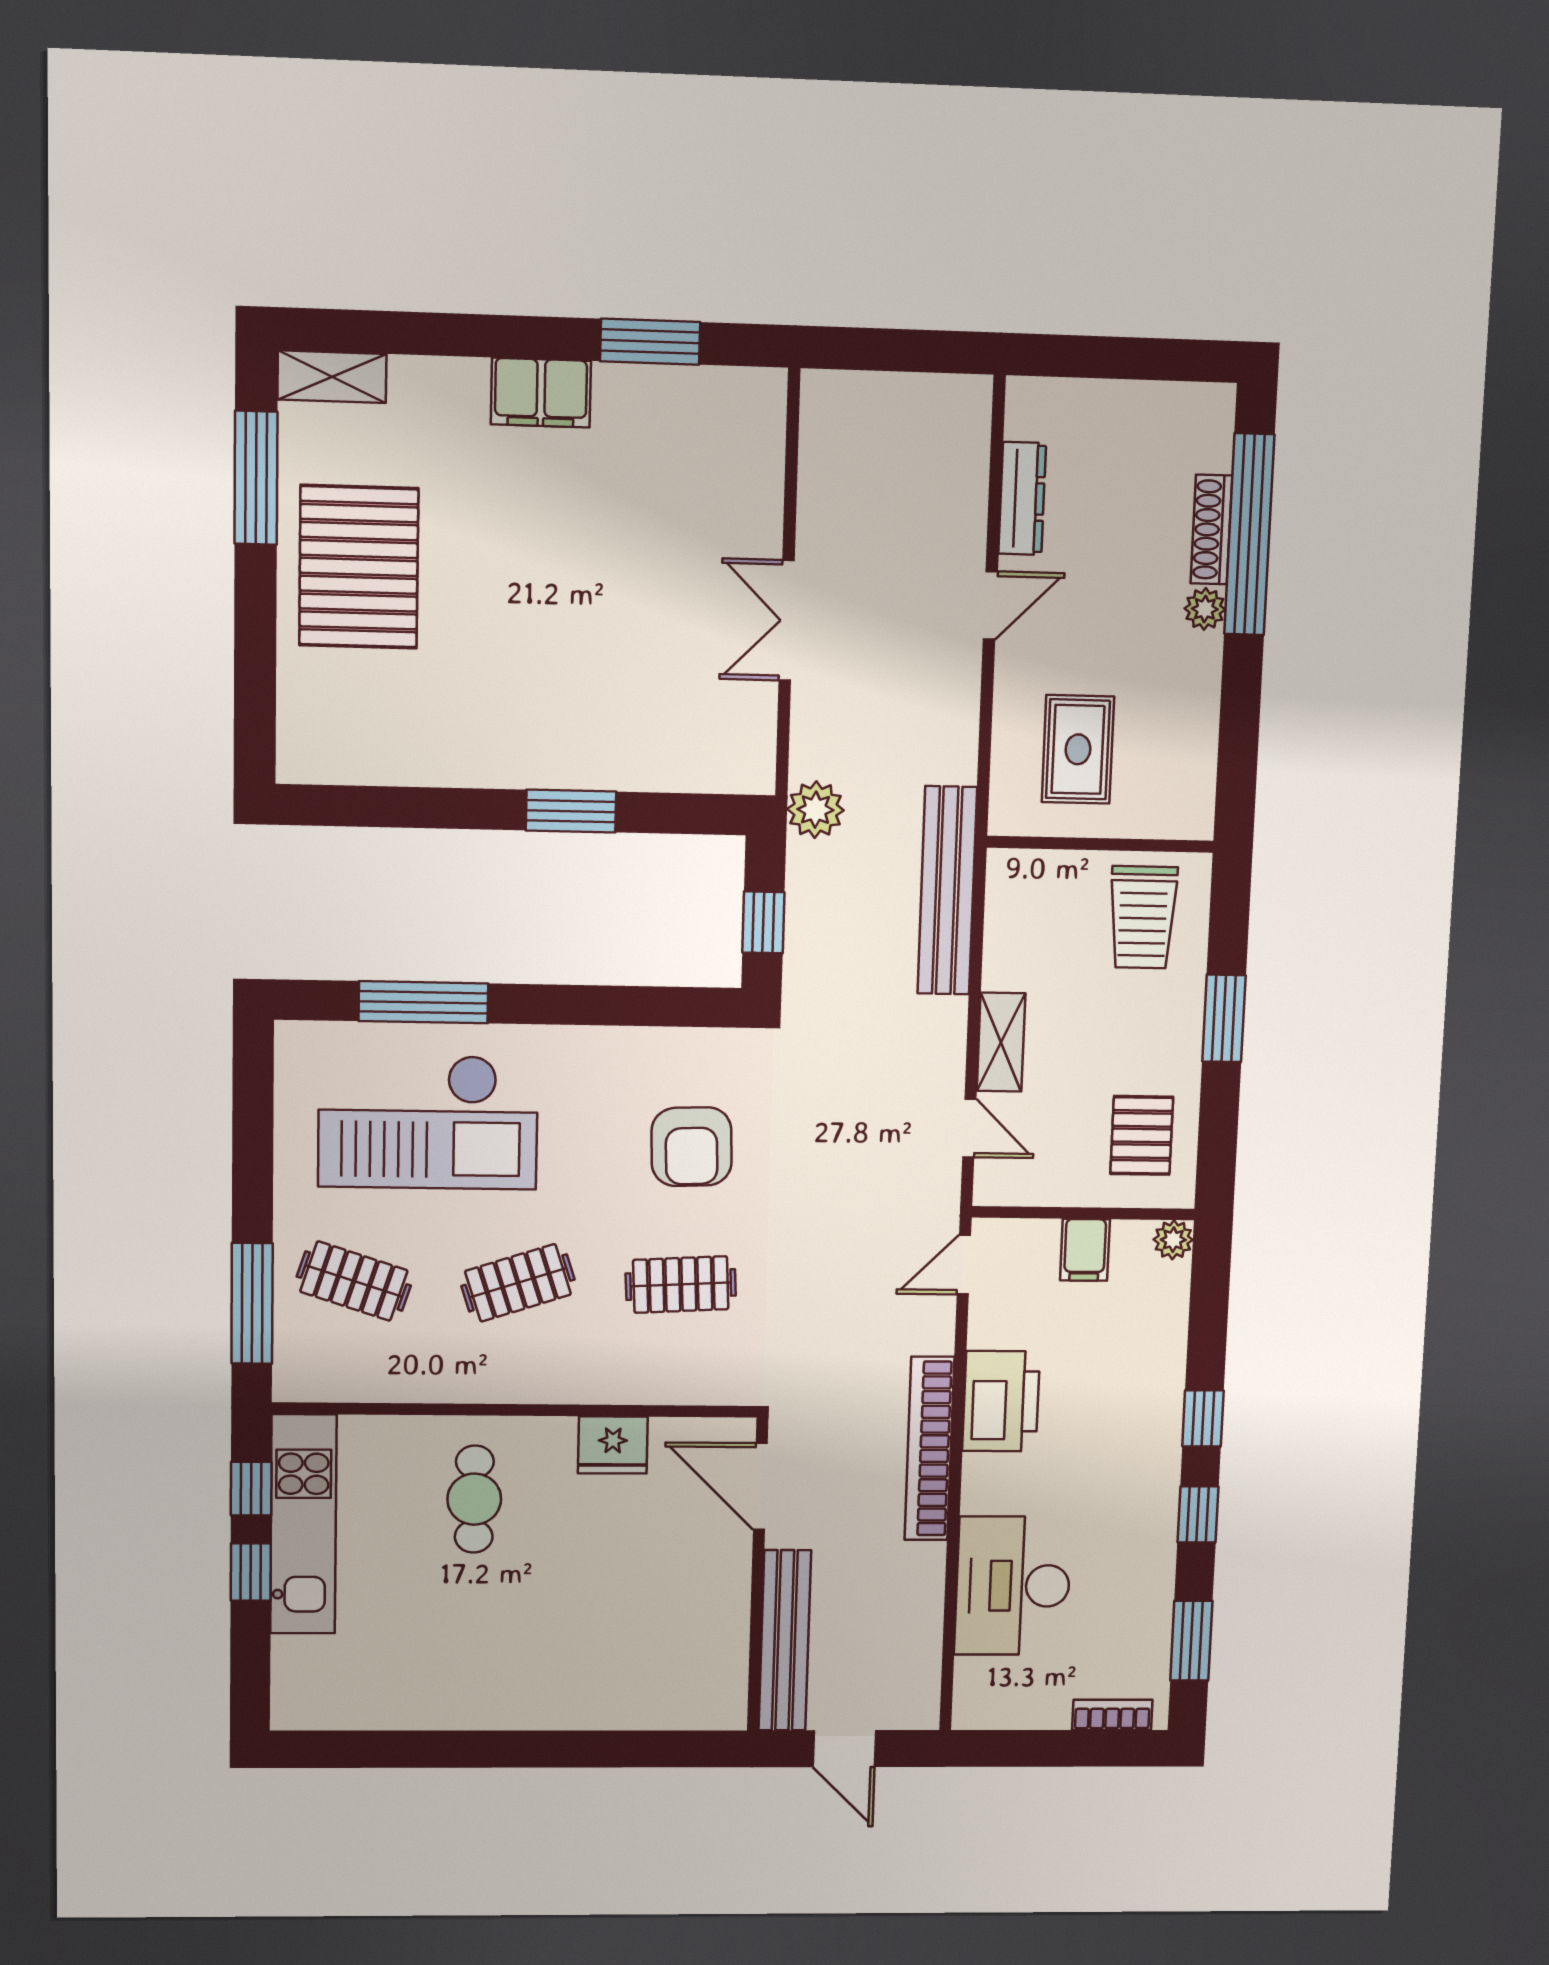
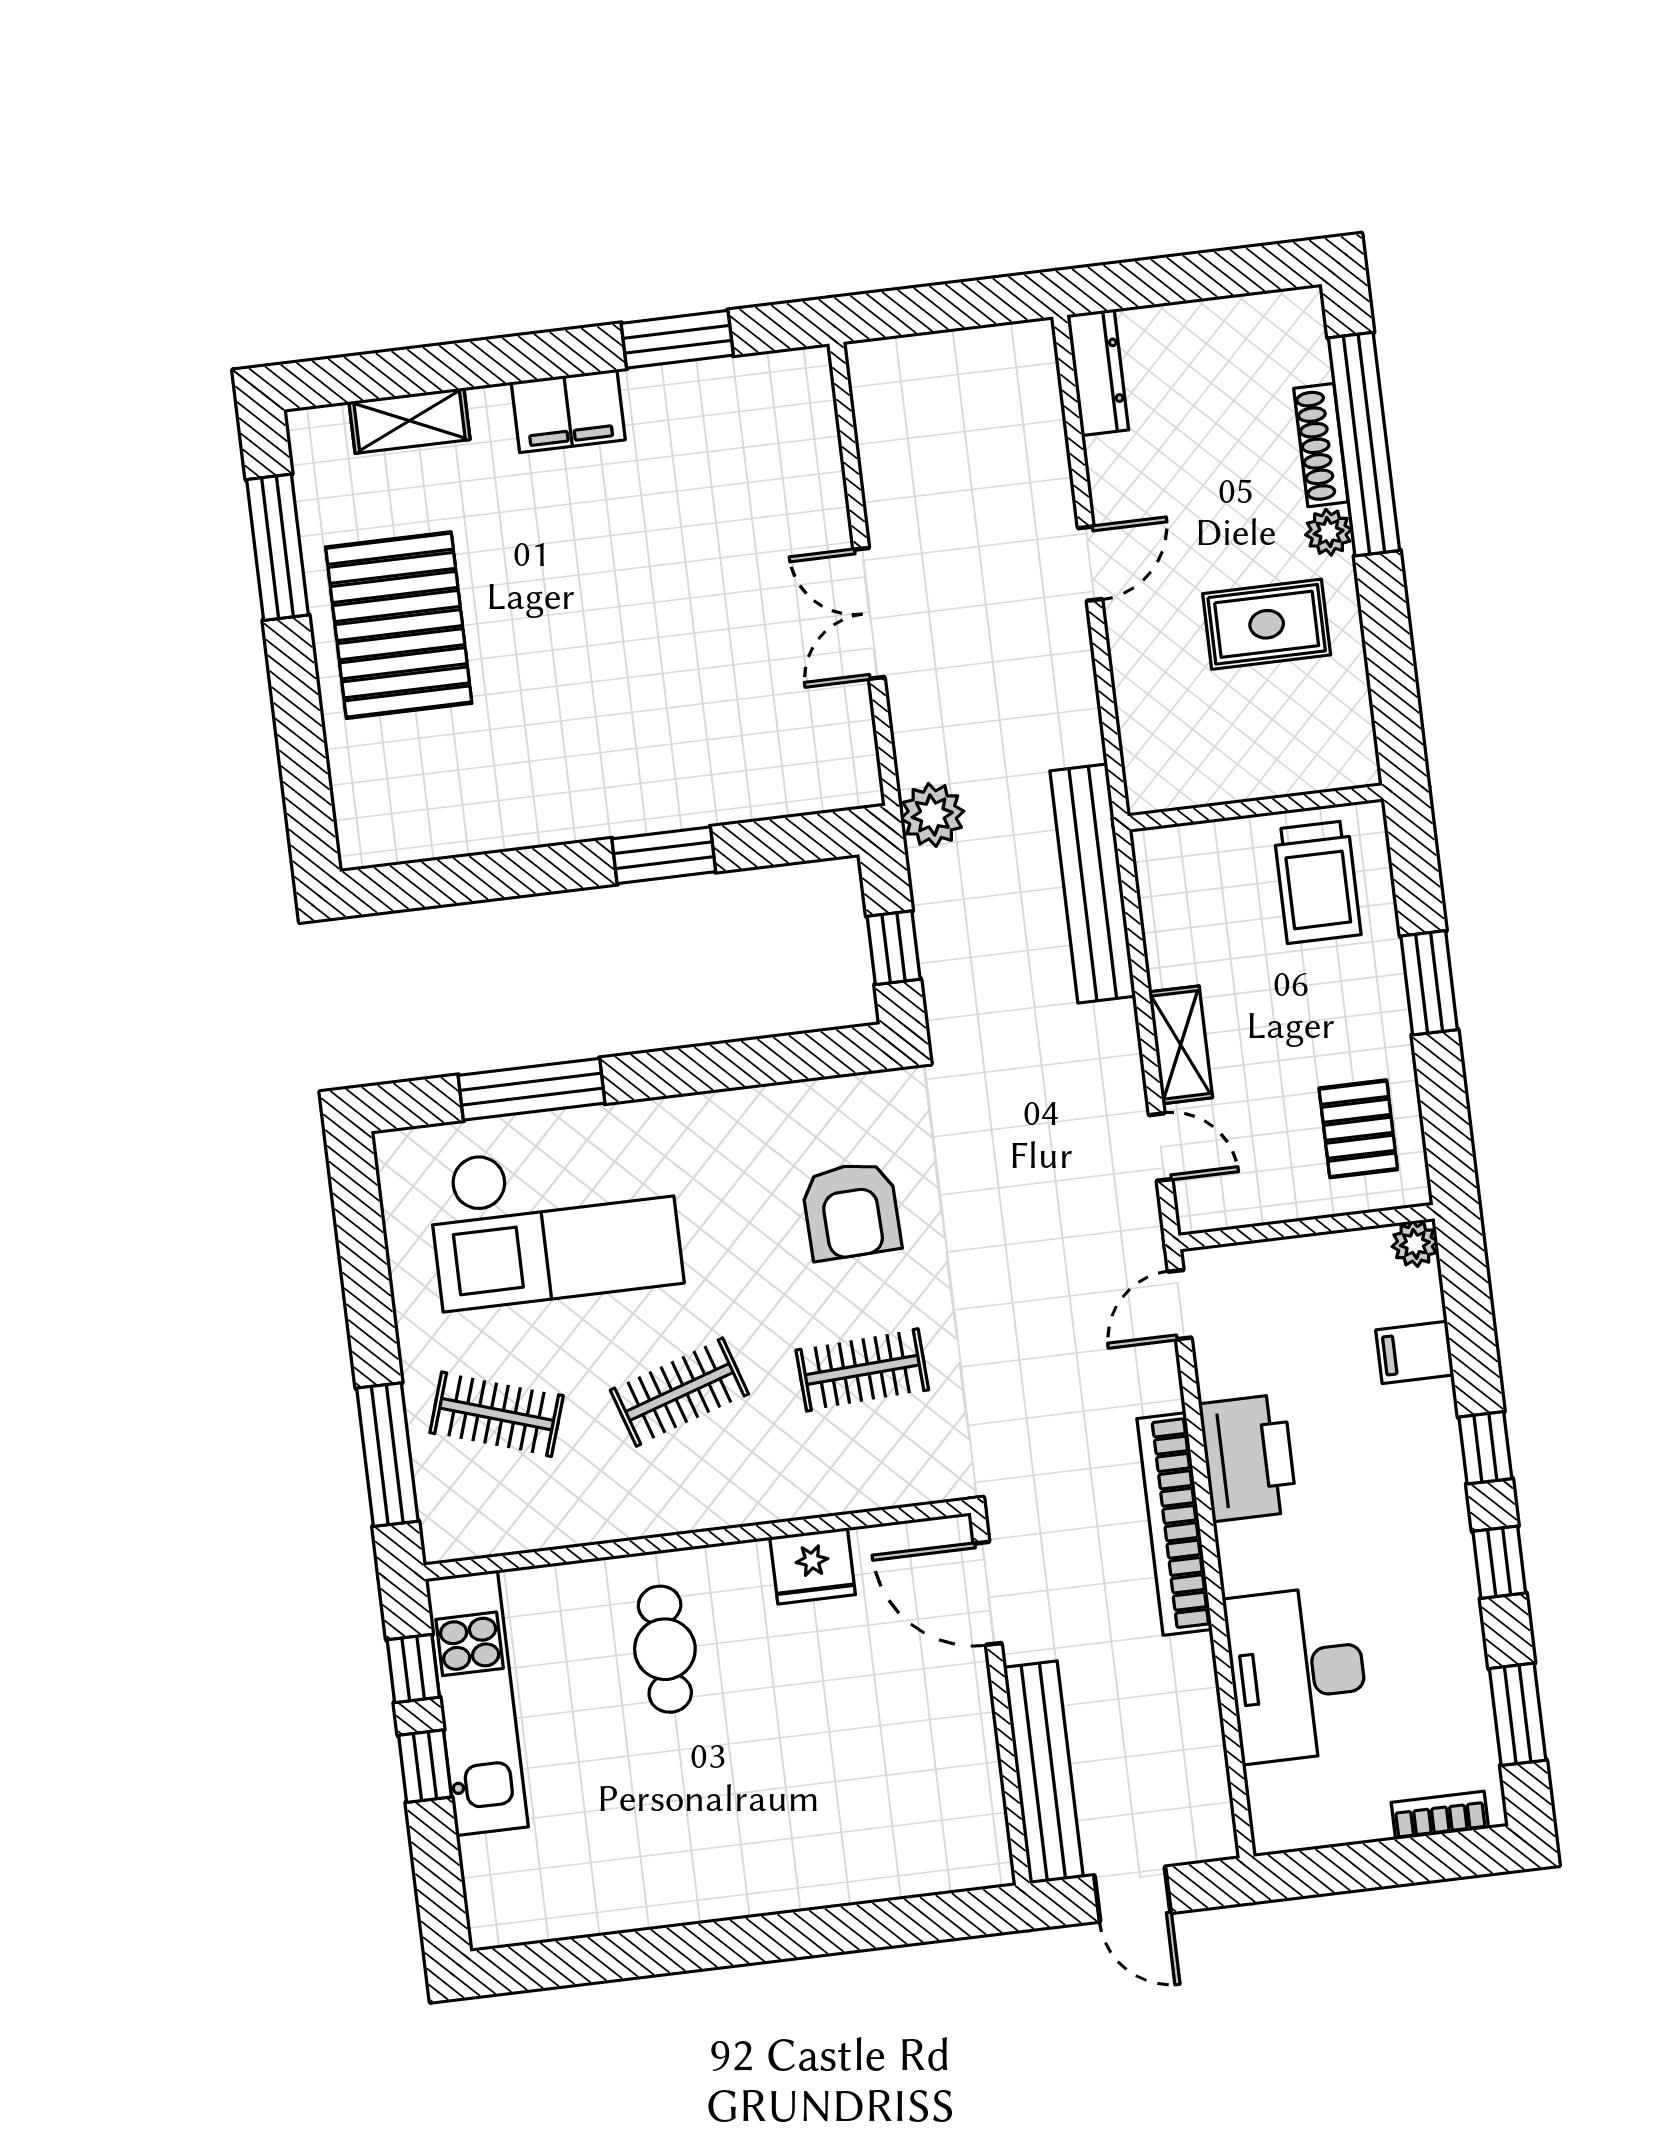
shelving: (332, 377) -> (409, 421), moved
dresser: (1022, 498) -> (1098, 372), moved
rug: (1078, 749) -> (1267, 624), moved, turned 90
filing cabinet: (1085, 1250) -> (1415, 1352), moved, turned 90

